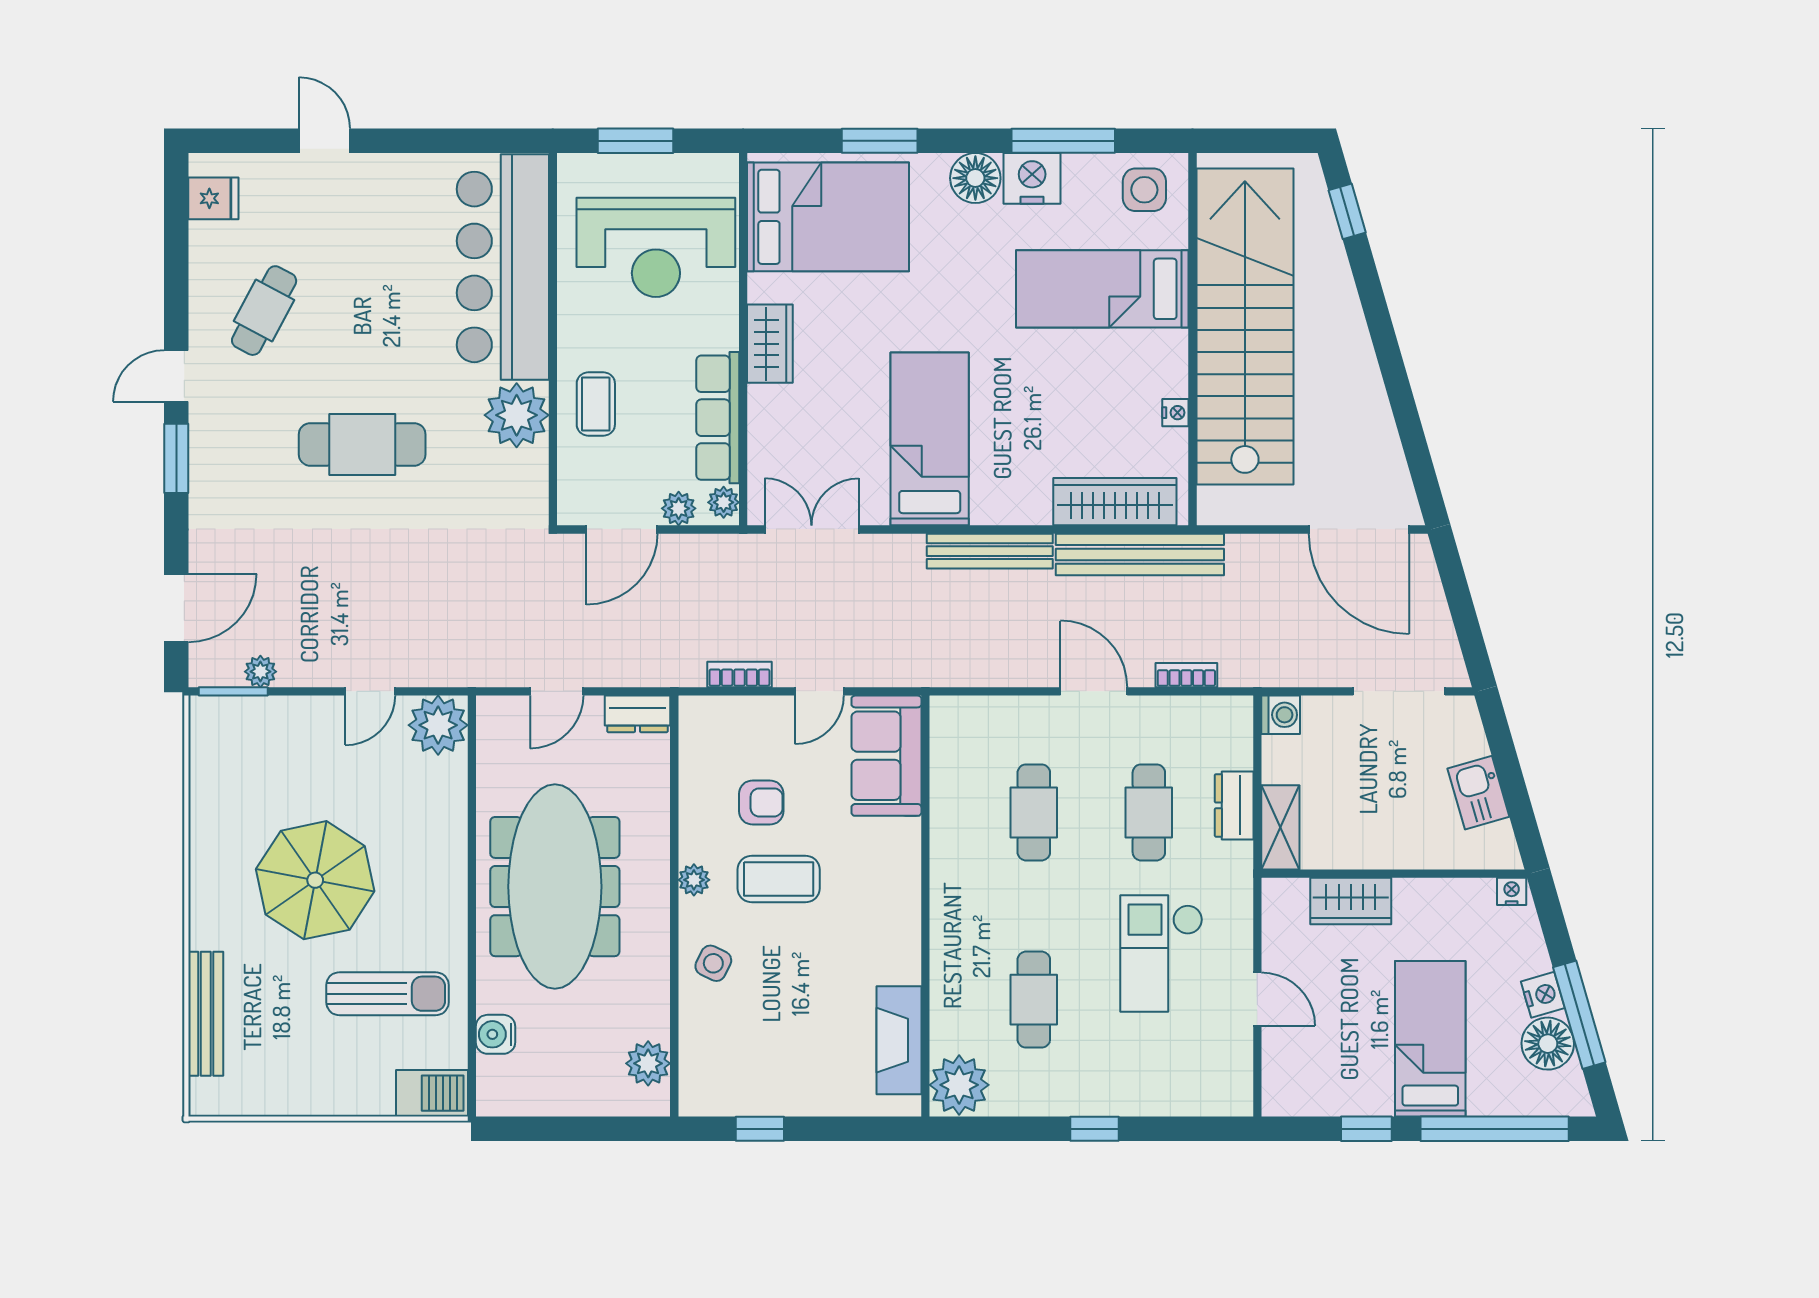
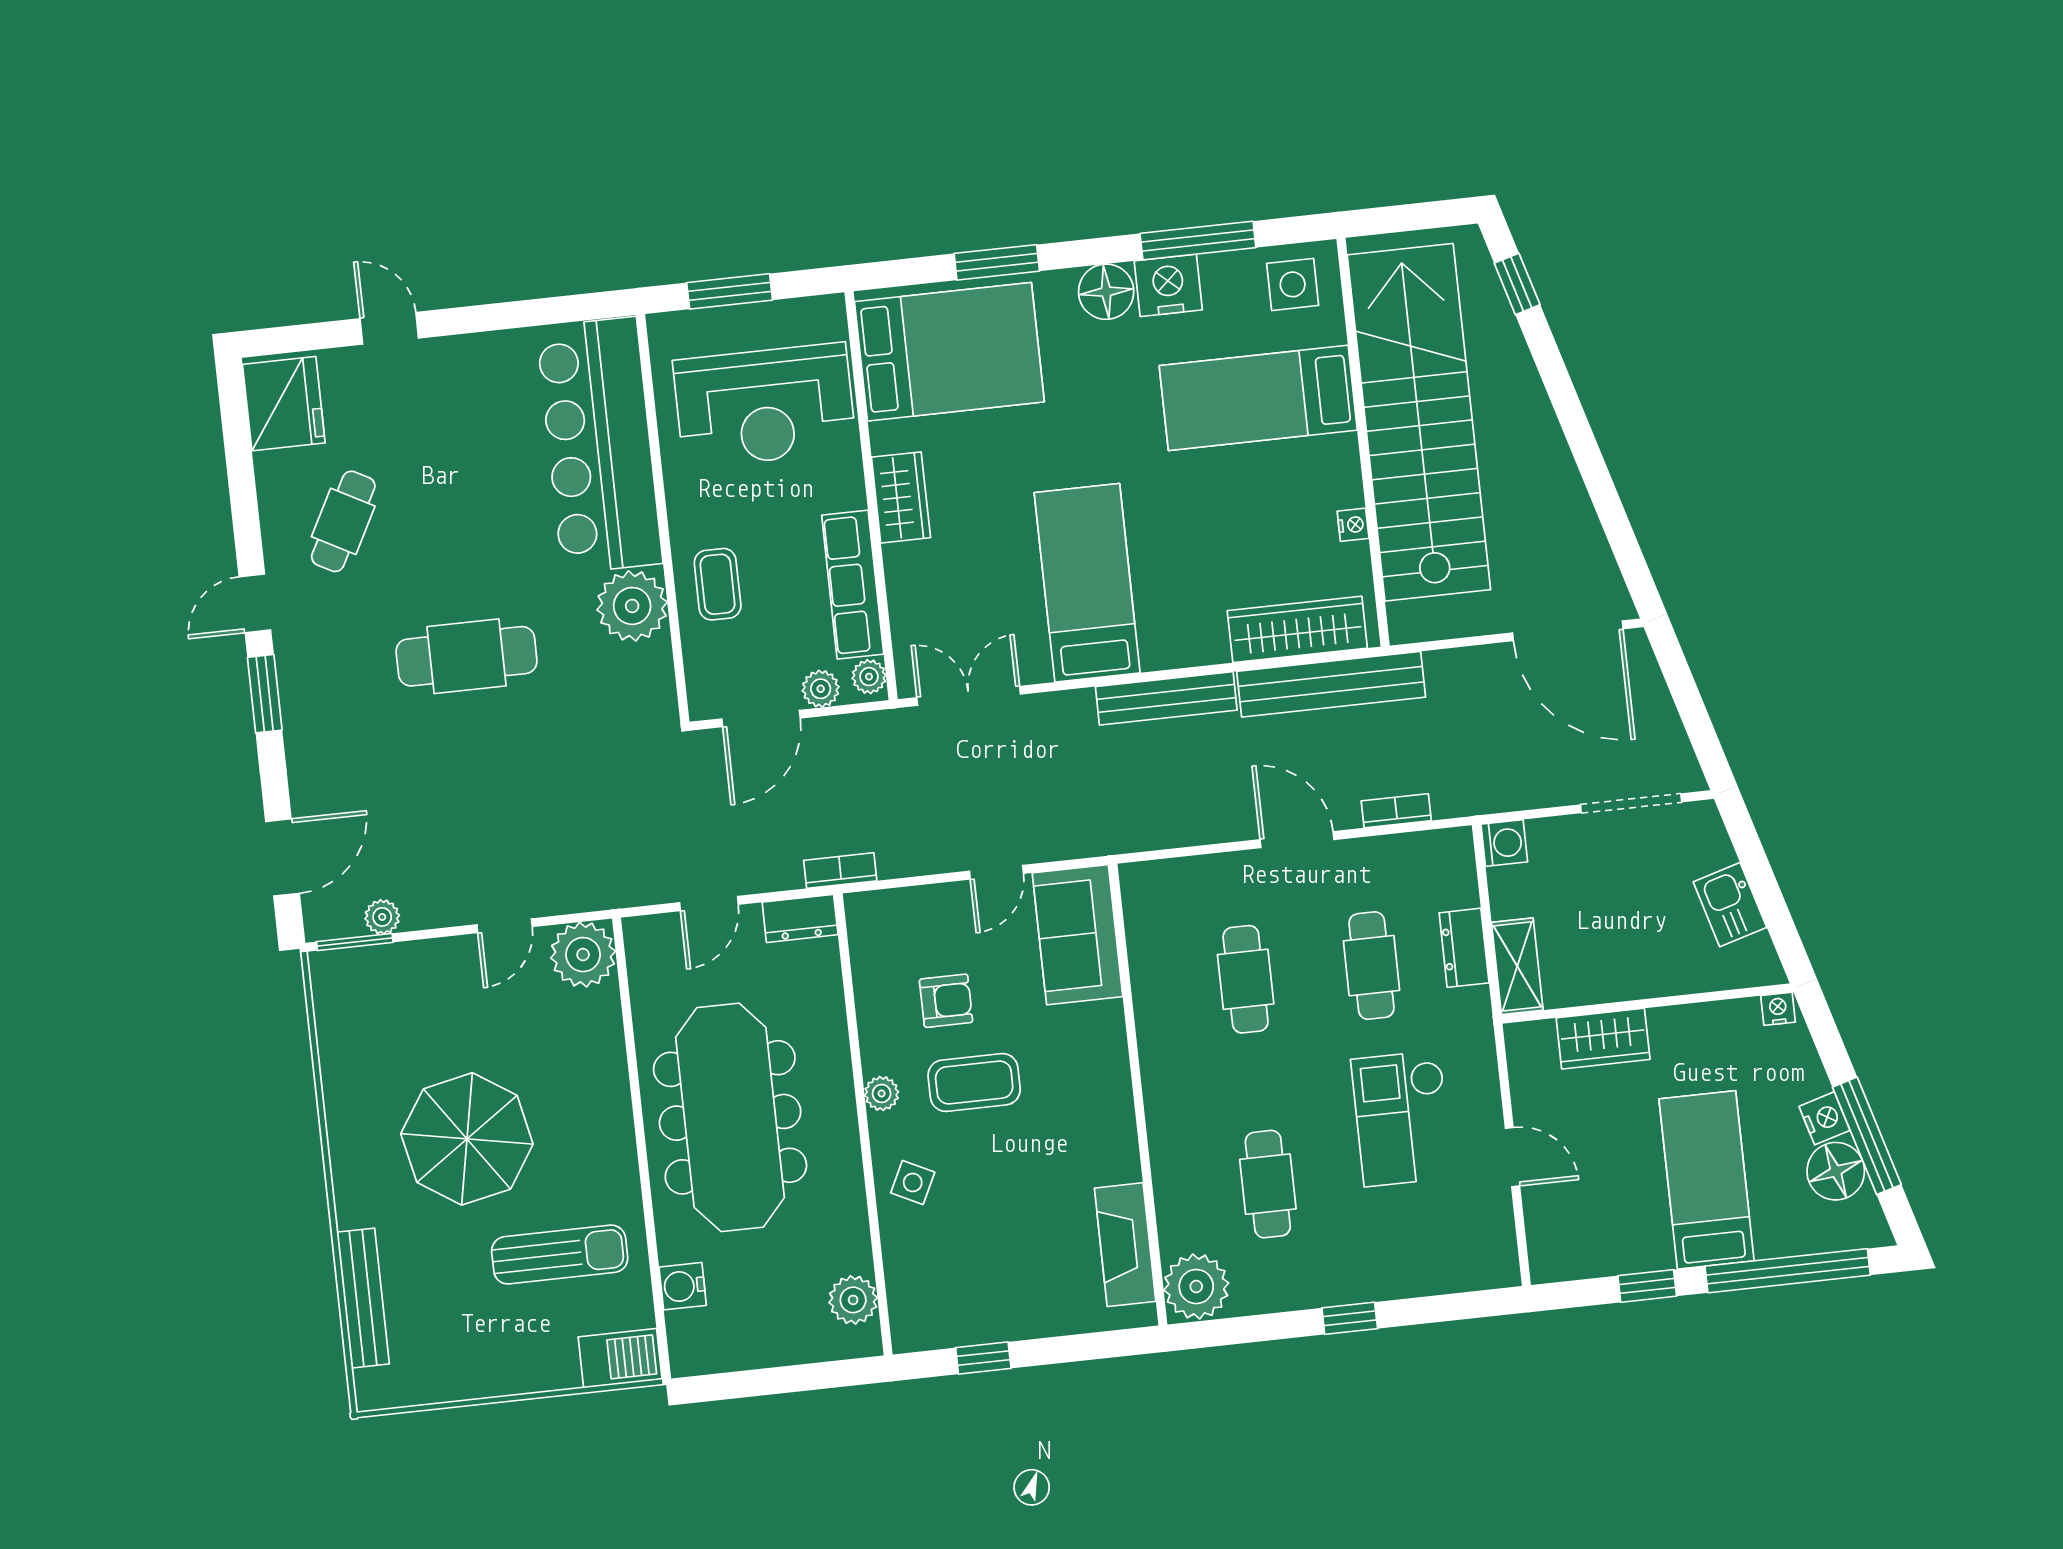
fridge: (213, 198) -> (284, 404), width x1.88, depth x1.34
bookcase: (739, 675) -> (840, 871), moved

